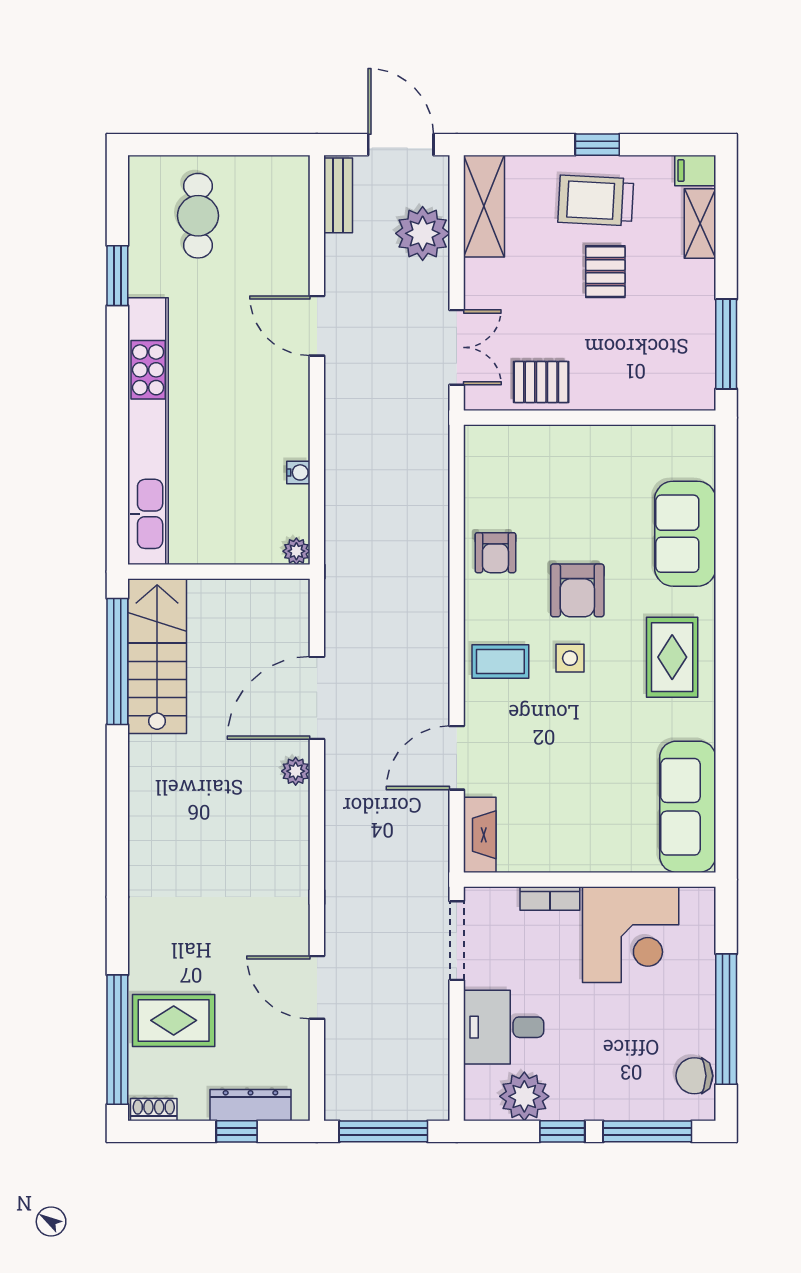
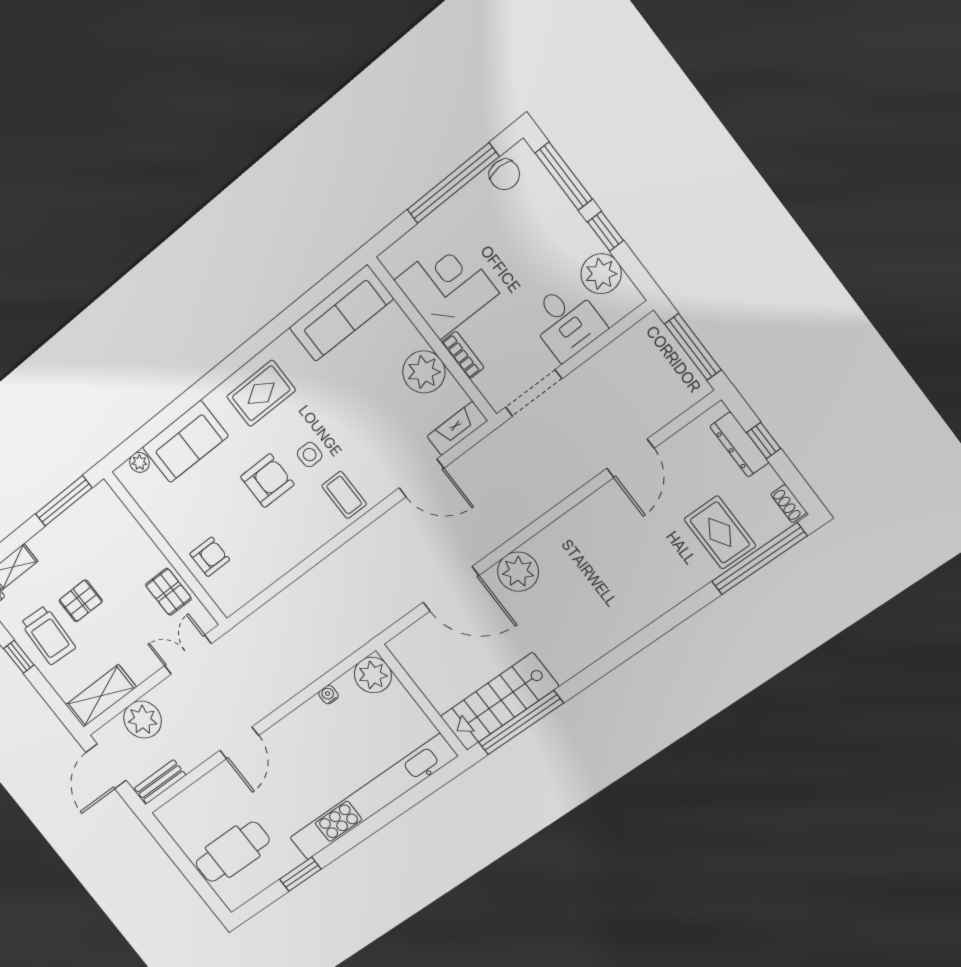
cafe table: (198, 216) -> (233, 852), width x1.37, depth x1.35
plant: (702, 465) -> (140, 462), added
plant: (296, 551) -> (373, 675), width x1.88, depth x1.88
armchair: (495, 553) -> (210, 557), moved
plant: (296, 771) -> (518, 572), width x1.87, depth x1.87
plant: (563, 845) -> (424, 372), added

